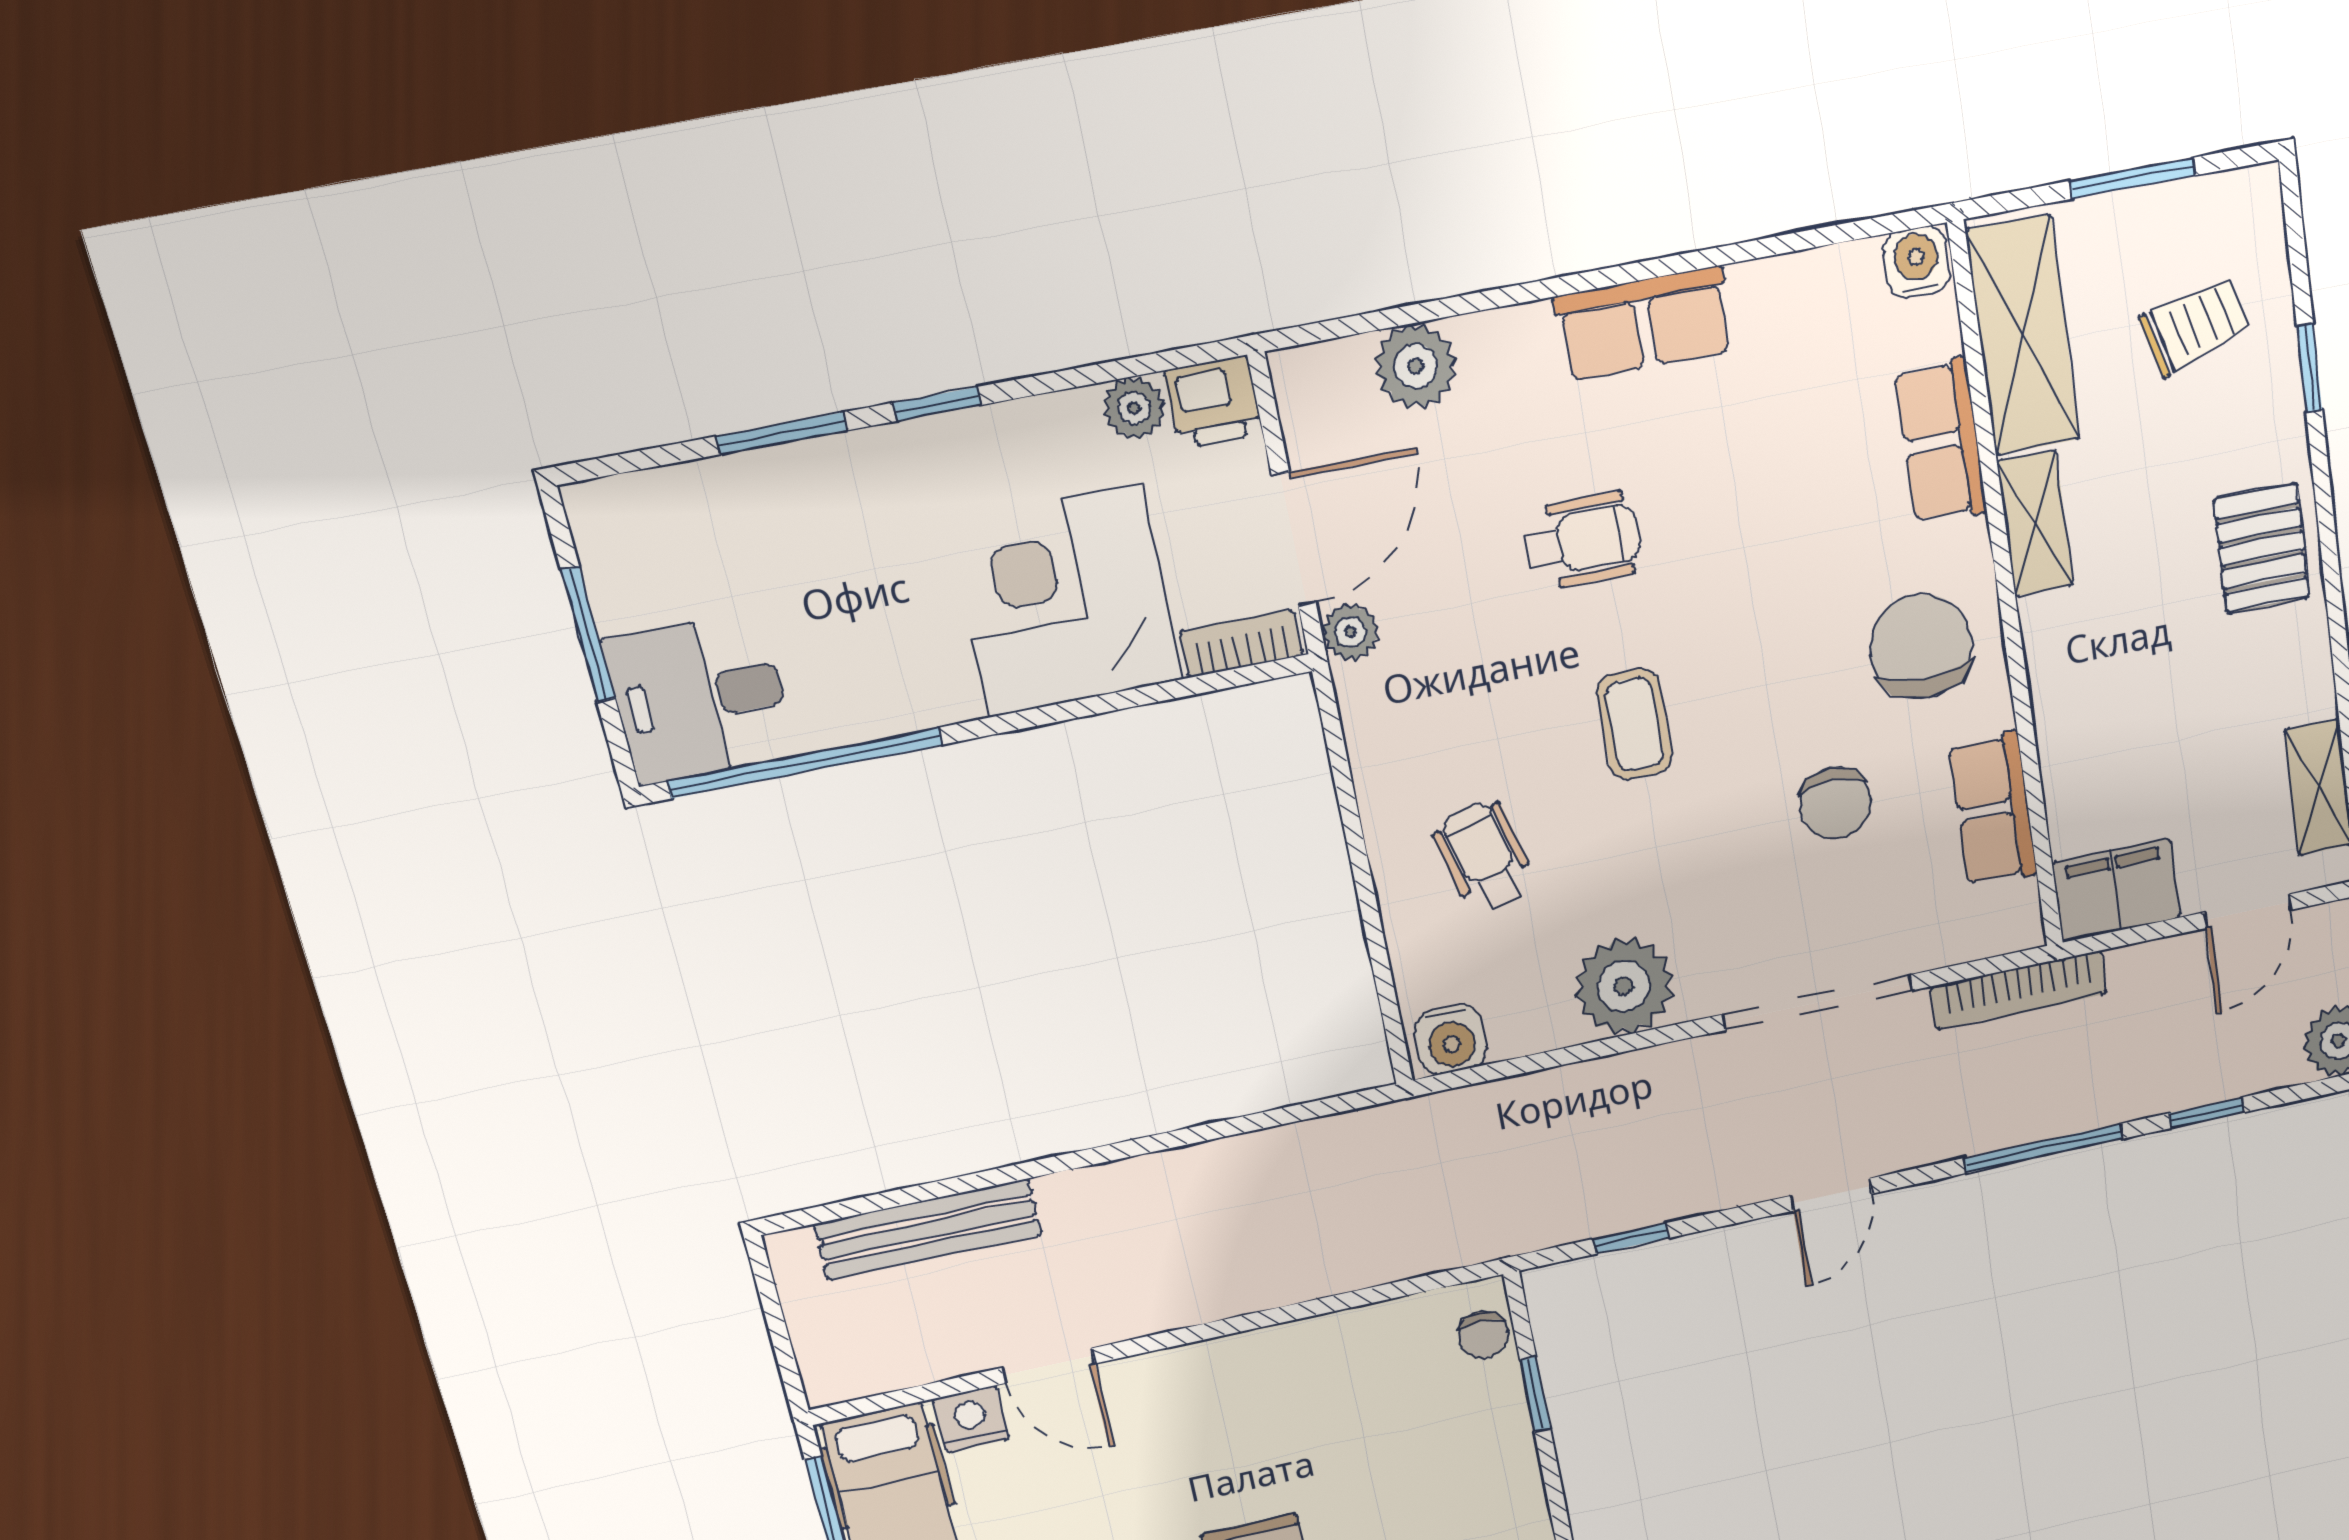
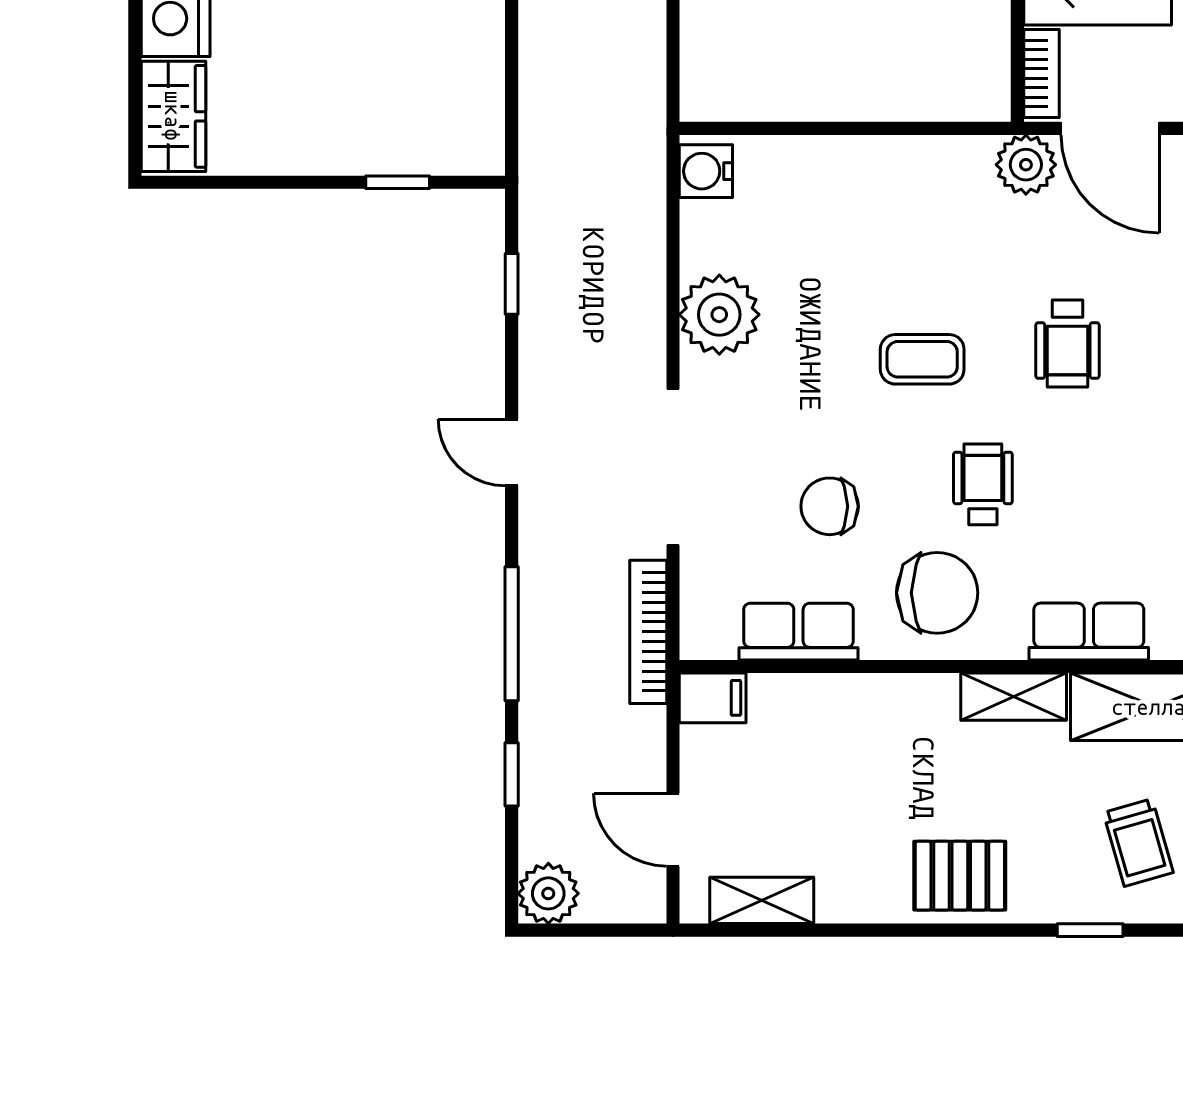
plant: (1350, 632) -> (1026, 165), width x1.38, depth x1.38
wheelchair: (1484, 857) -> (983, 484), moved, turned -75
filing cabinet: (2116, 890) -> (713, 698), width x0.50
chair: (1483, 1335) -> (458, 150), removed

